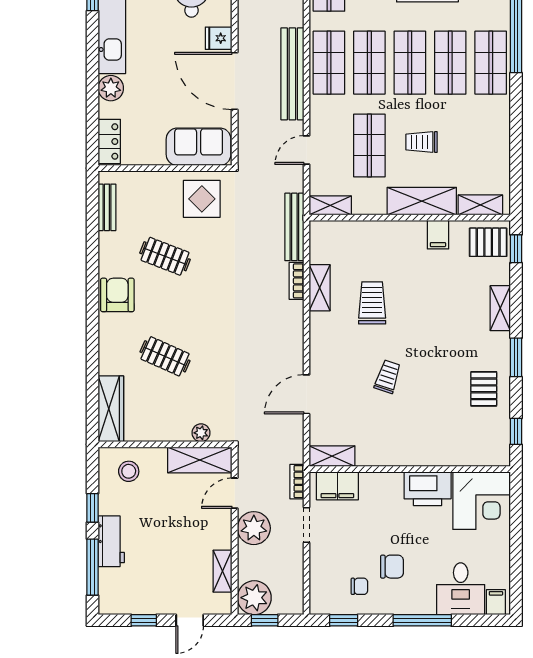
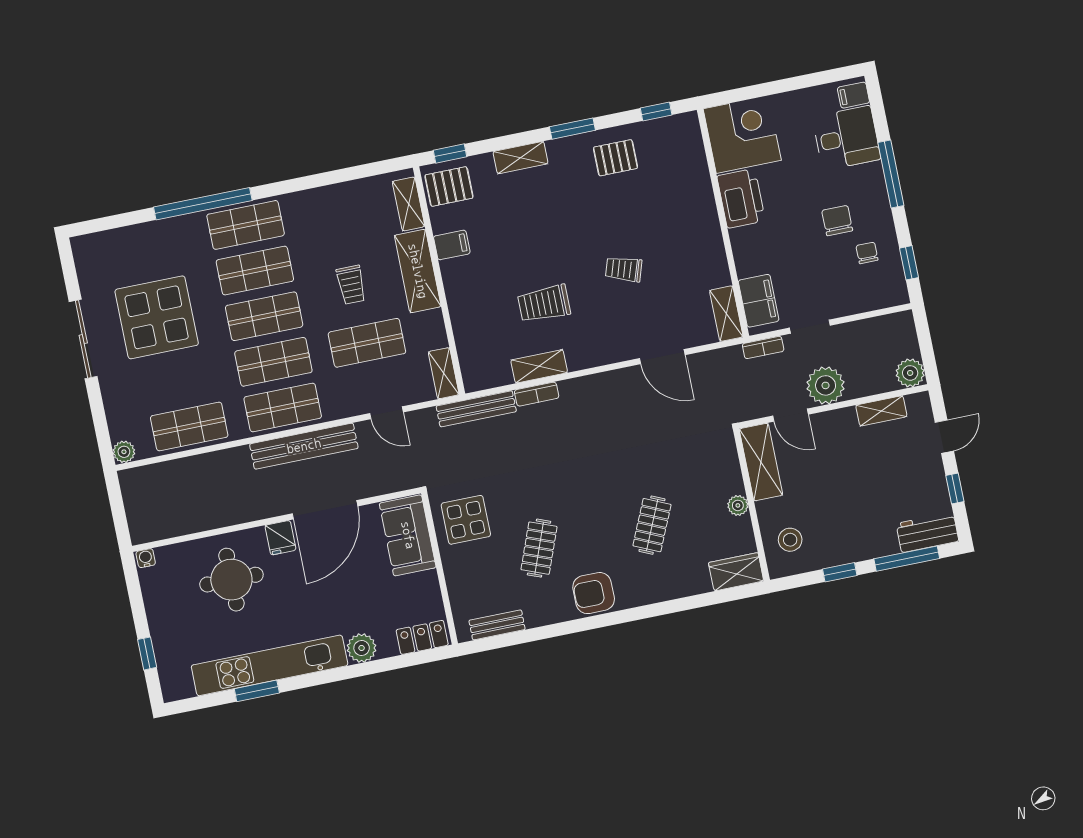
pallet: (488, 242) -> (449, 187), turned 90
wardrobe: (111, 409) -> (736, 572), width x0.67
plant: (201, 433) -> (738, 505), moved
workbench: (111, 541) -> (927, 532), moved
plant: (254, 598) -> (910, 373), width x0.73, depth x0.73
door: (190, 620) -> (944, 437), hinge flipped
window: (265, 620) -> (927, 352), removed

